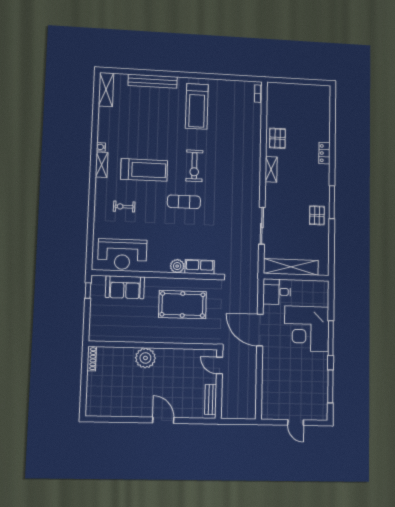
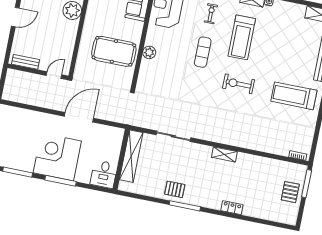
window: (285, 81) -> (307, 184), added
pallet: (277, 138) -> (290, 192), moved, turned 90
exercise mat: (184, 202) -> (203, 52), moved
row of seats: (200, 267) -> (145, 73), removed
desk: (277, 292) -> (104, 174), moved, turned 180
pool table: (182, 304) -> (114, 51), turned 90
corner desk: (307, 329) -> (57, 157), moved

